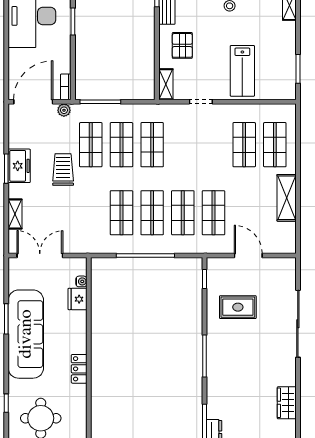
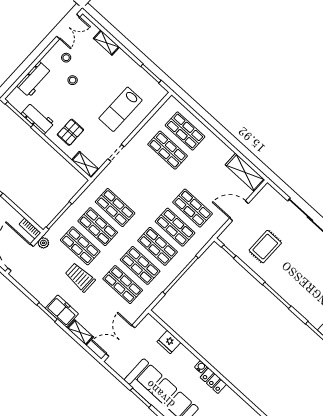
pallet: (182, 45) -> (70, 132), turned 90
lab bench: (242, 71) -> (120, 109), turned 90
freezer: (19, 166) -> (62, 311), moved
shelving: (287, 198) -> (245, 172), moved
shop shelf: (91, 213) -> (123, 285), added
water cooler: (81, 281) -> (201, 367), moved

